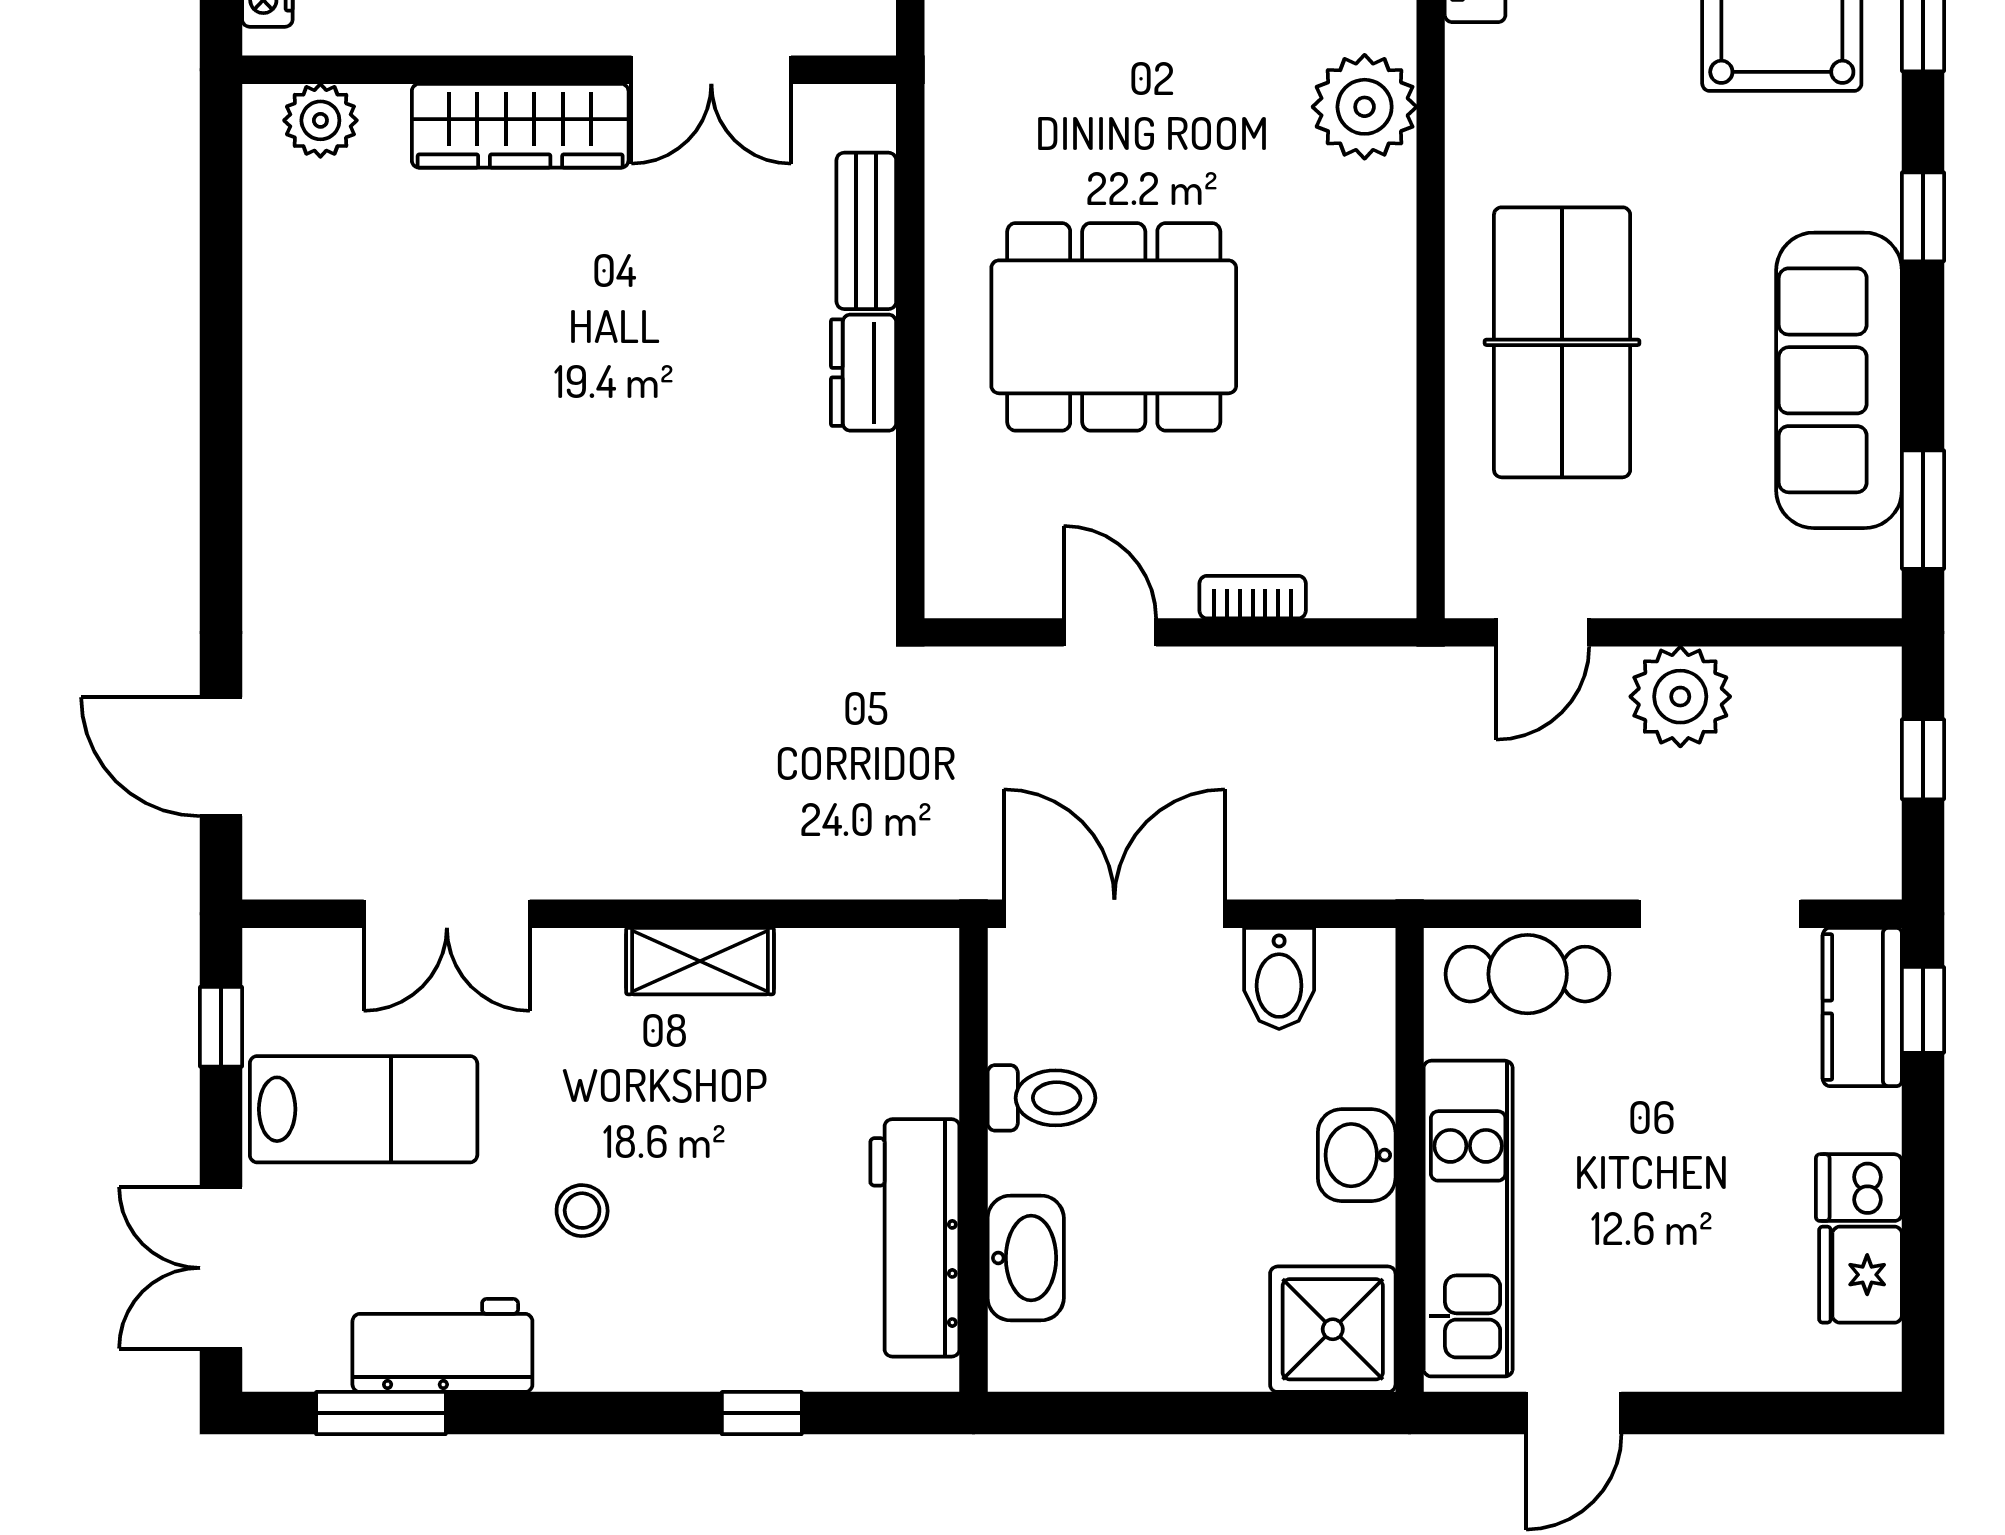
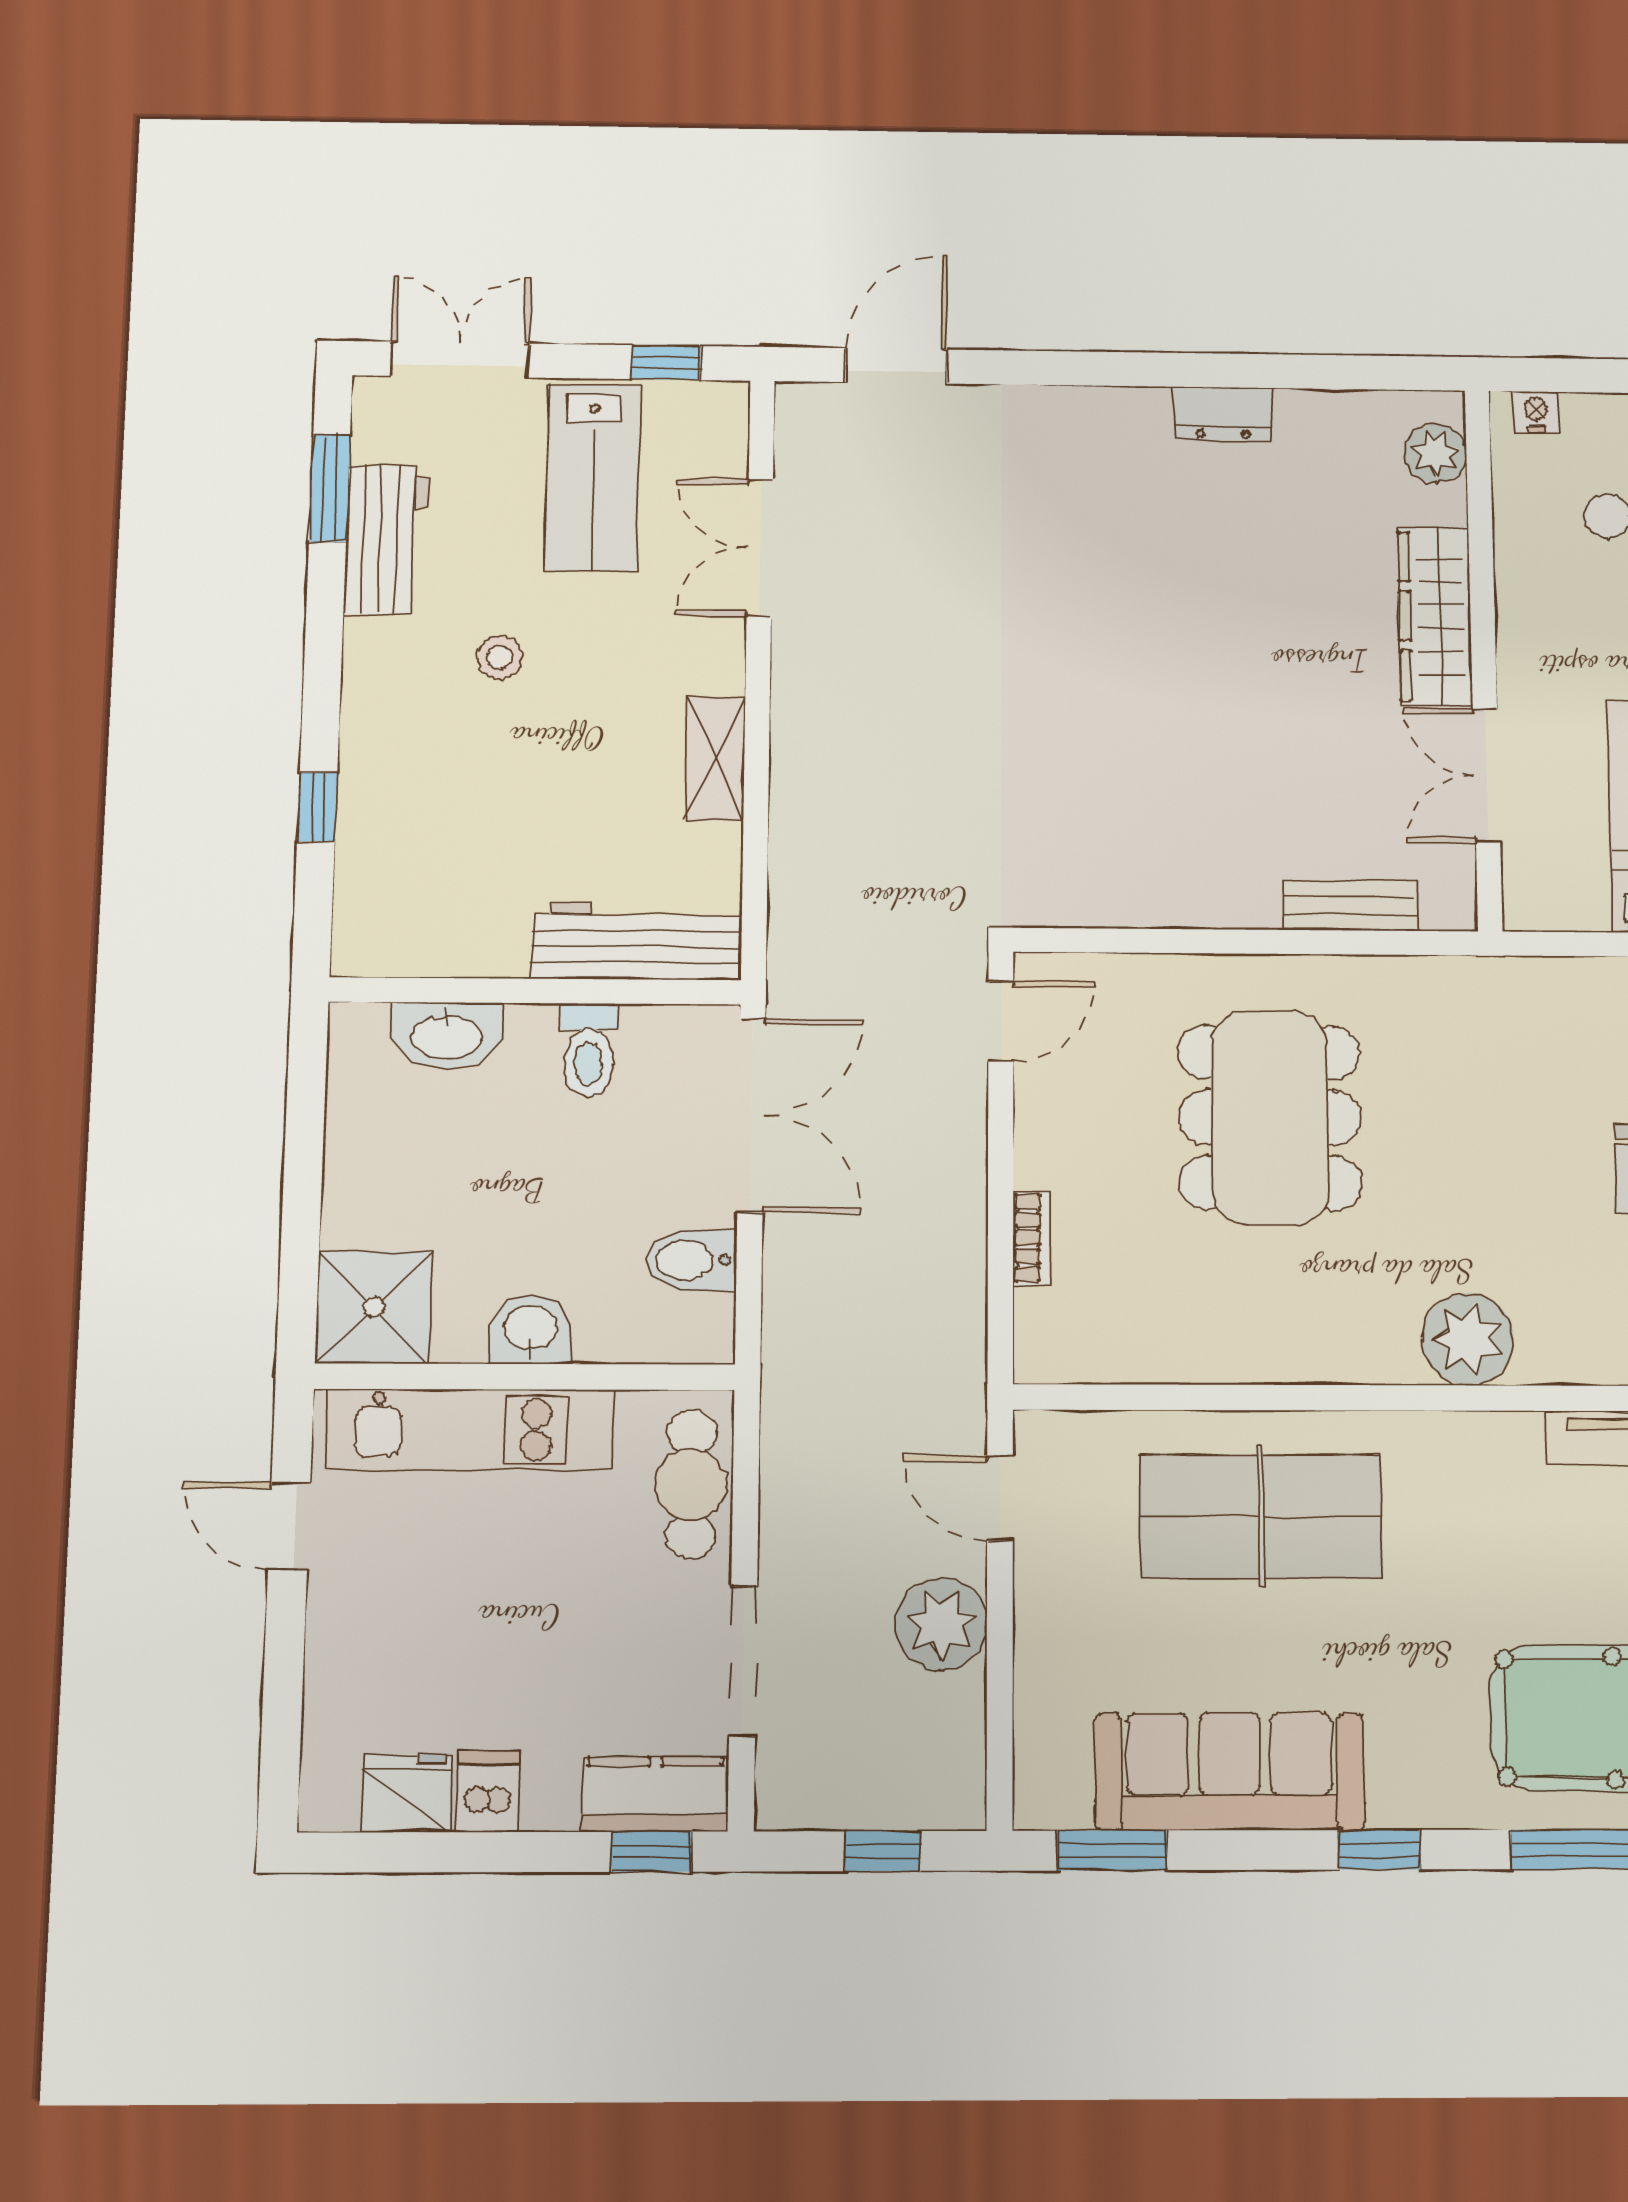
dresser: (864, 373) -> (1223, 414), moved, turned 180
door: (1110, 632) -> (1001, 1021), moved
workbench: (915, 1238) -> (637, 941), moved

